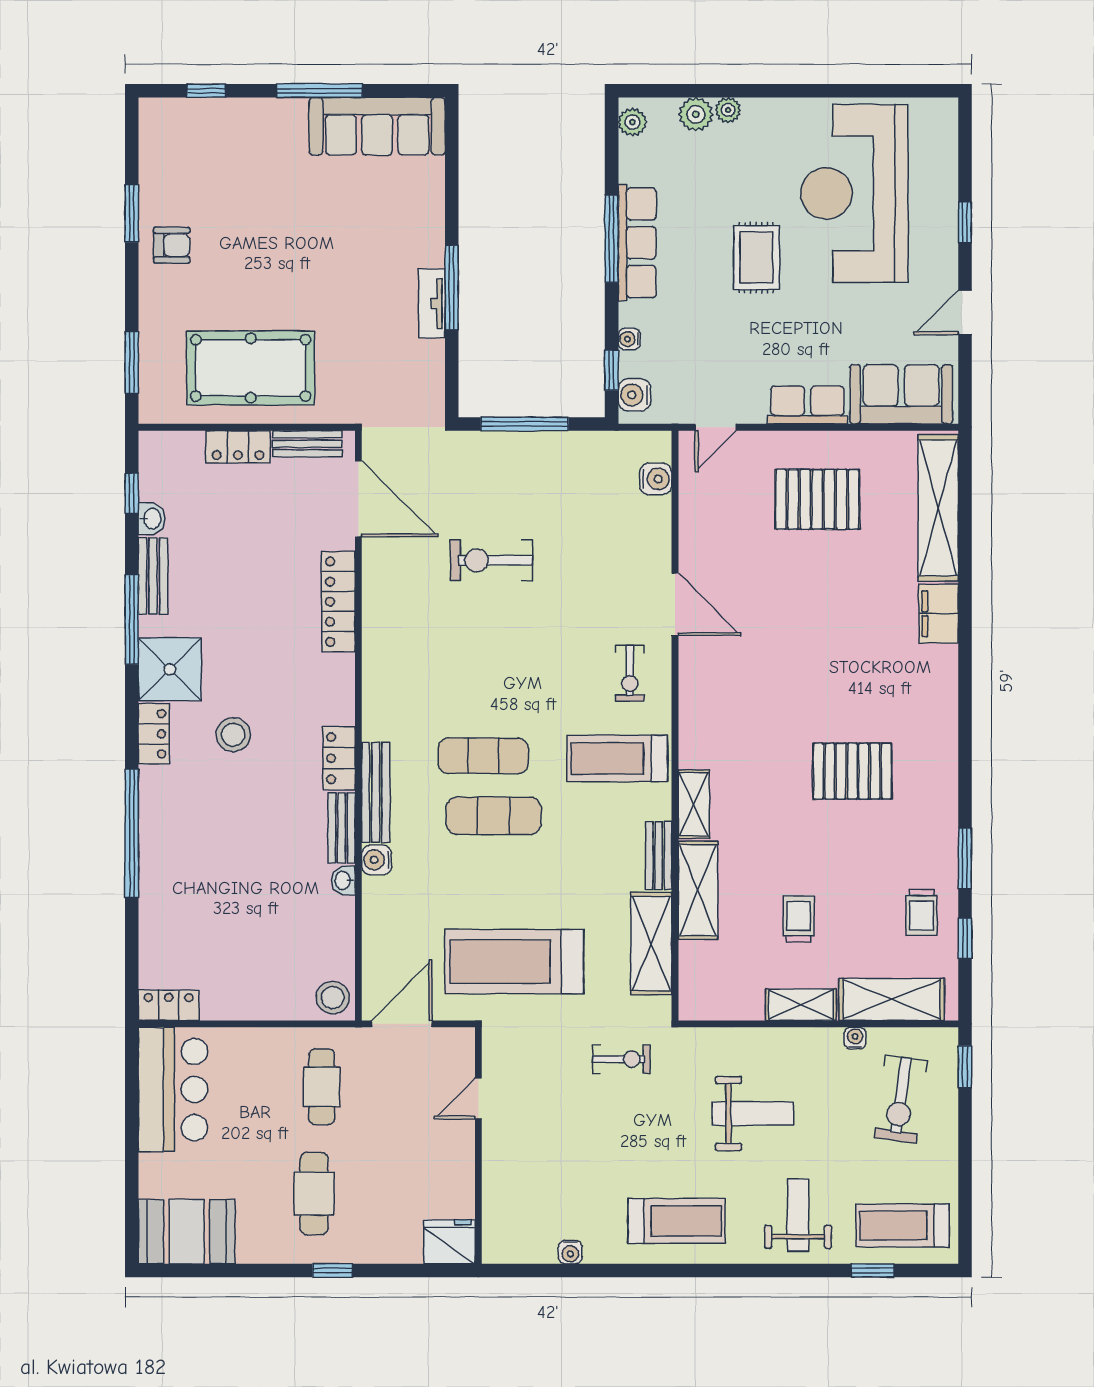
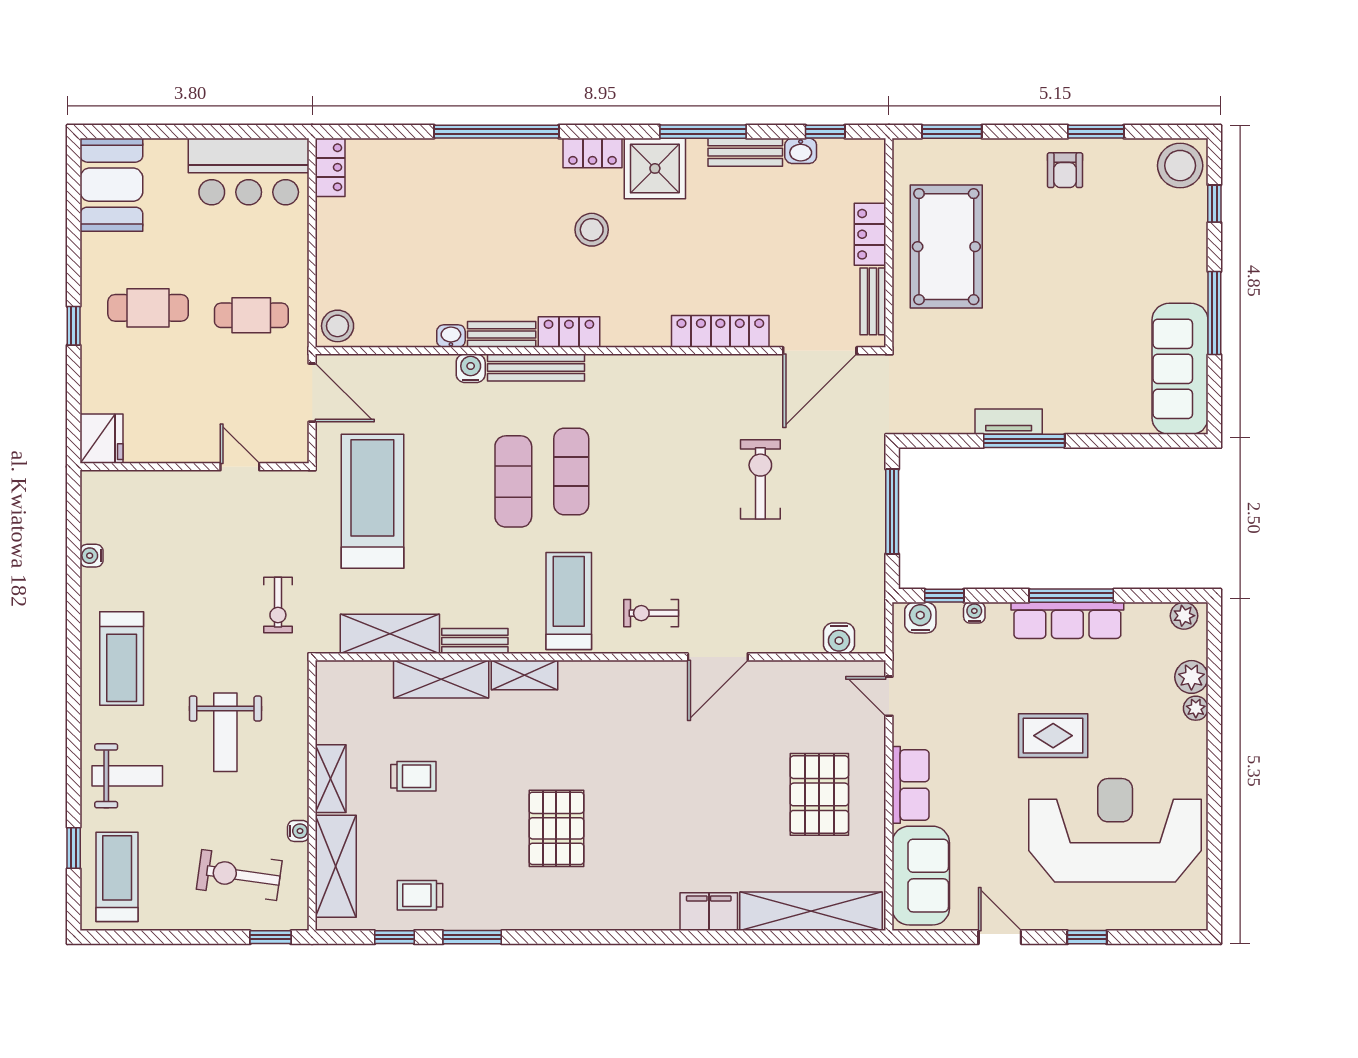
stool: (167, 126) -> (1180, 166), added

